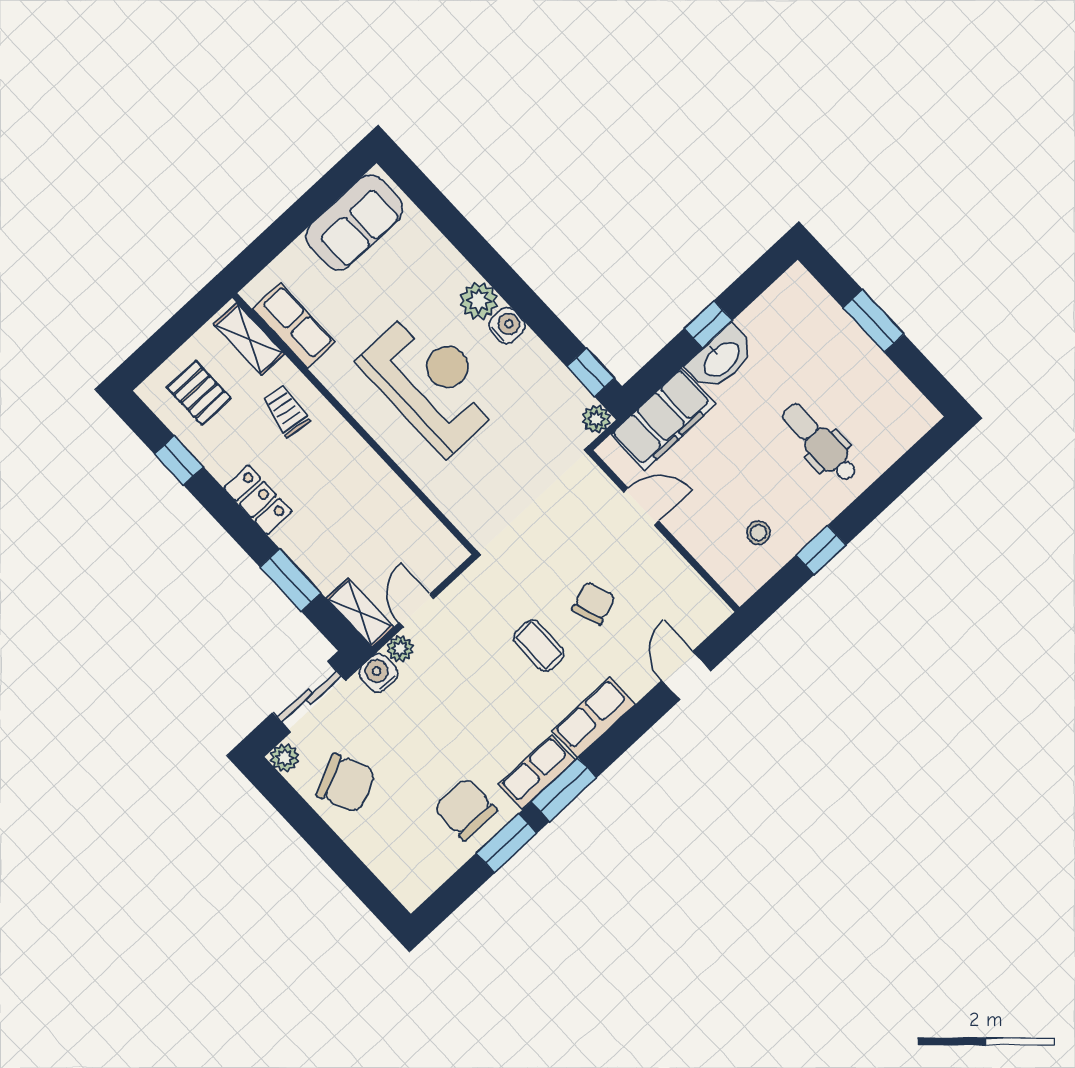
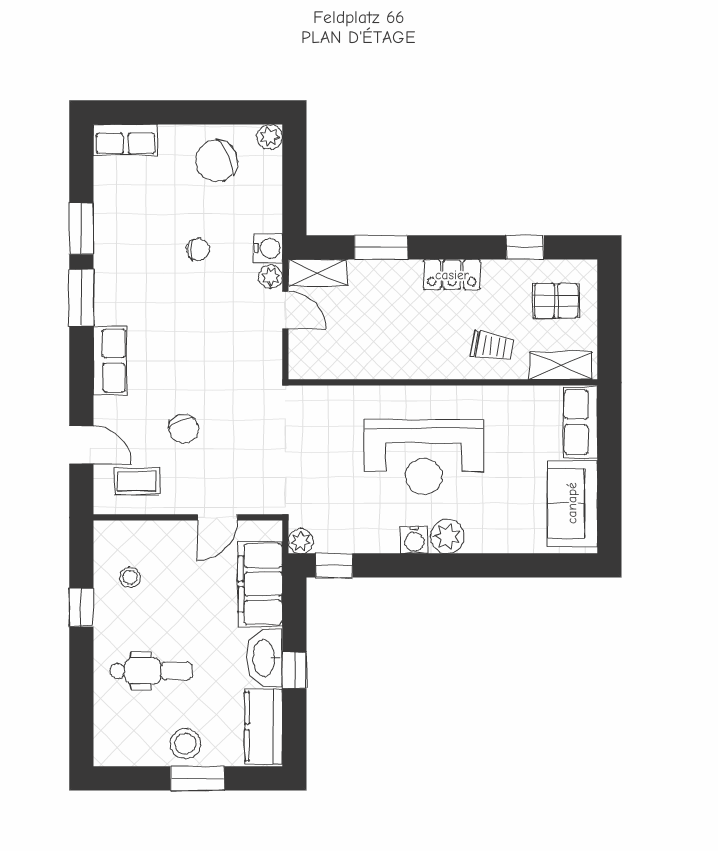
kitchen counter: (779, 306) -> (264, 727), added
row of seats: (294, 325) -> (580, 422), moved, turned 90
stool: (854, 358) -> (185, 744), added
coffee table: (539, 646) -> (137, 481), moved
sliding door: (309, 697) -> (294, 189), removed
row of seats: (537, 772) -> (126, 140), moved, turned 90
chair: (465, 809) -> (198, 249), moved, width x0.54, depth x0.54

